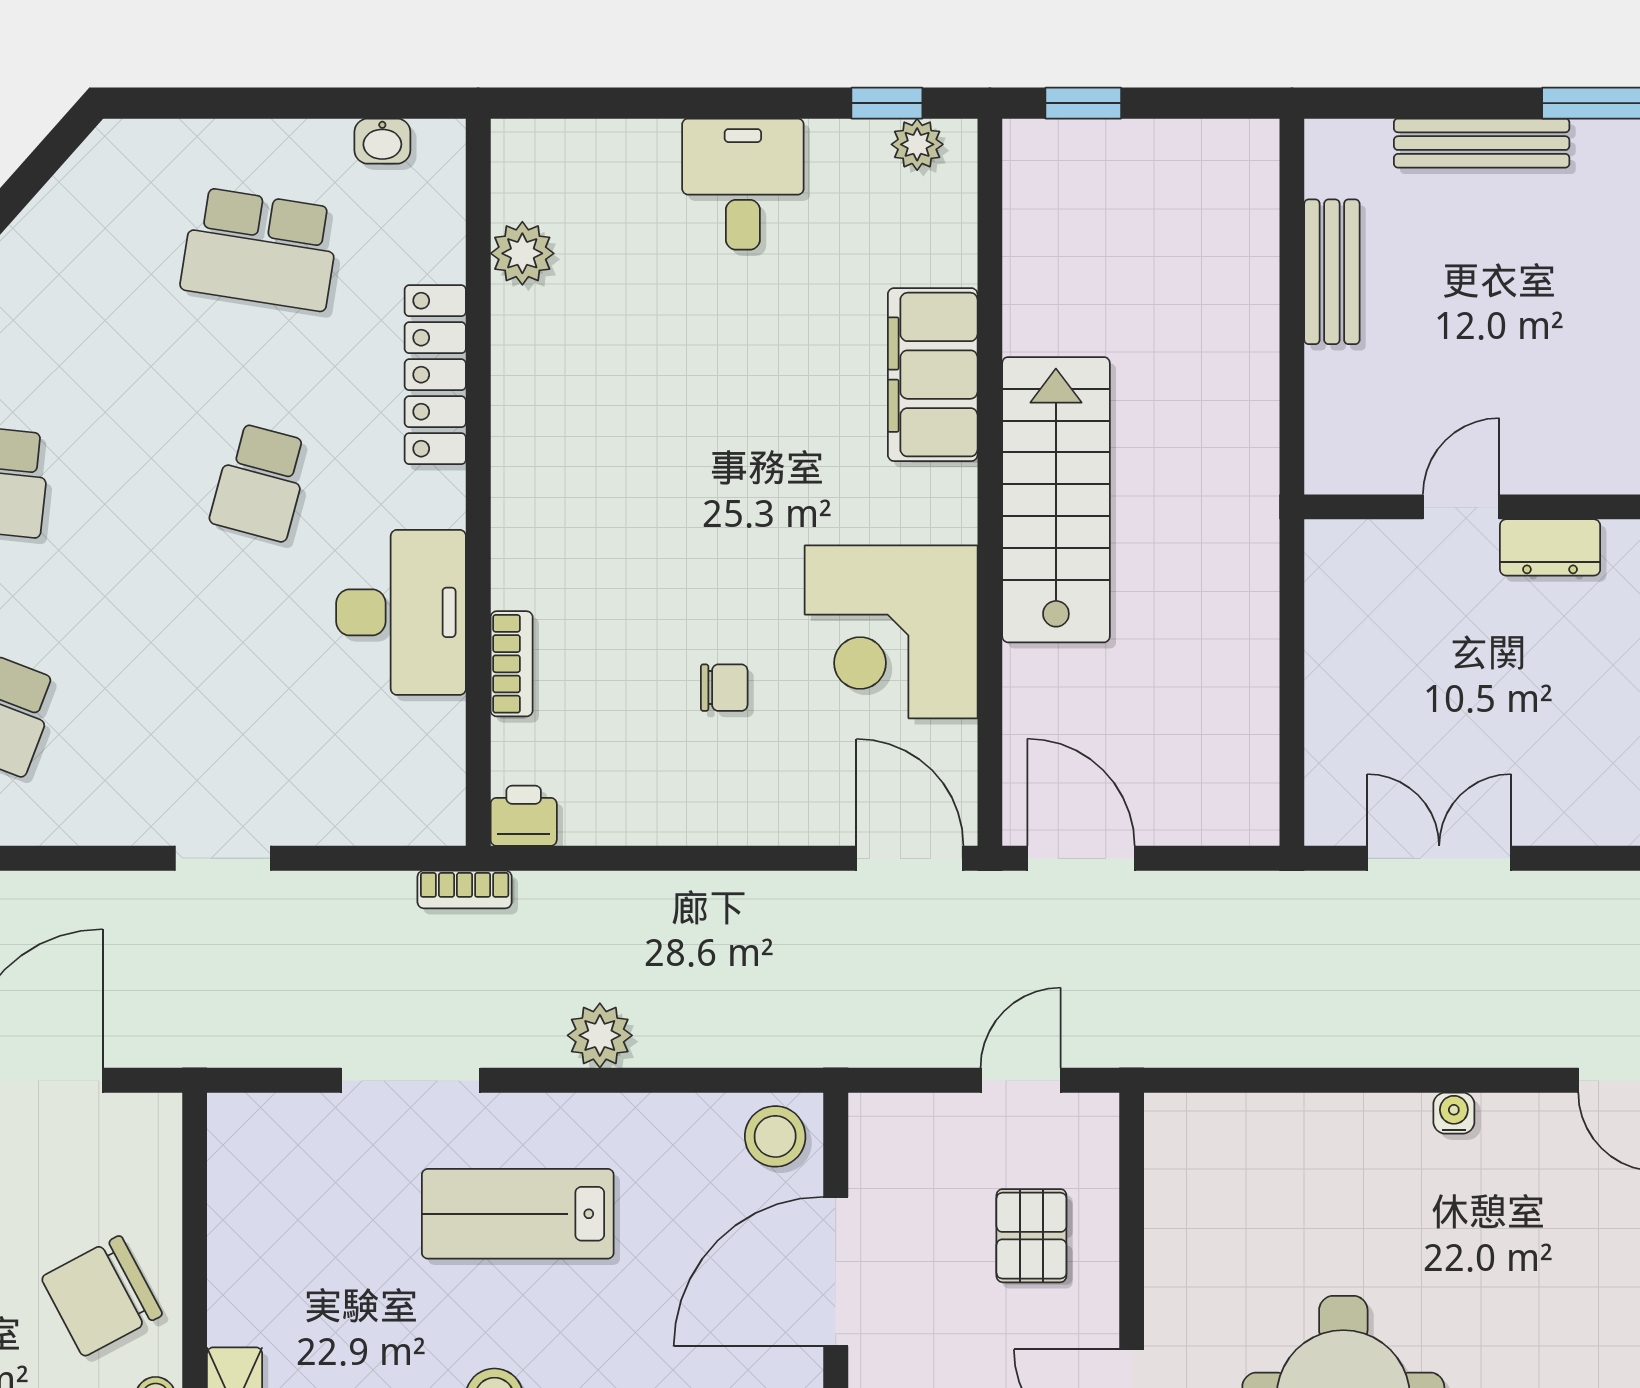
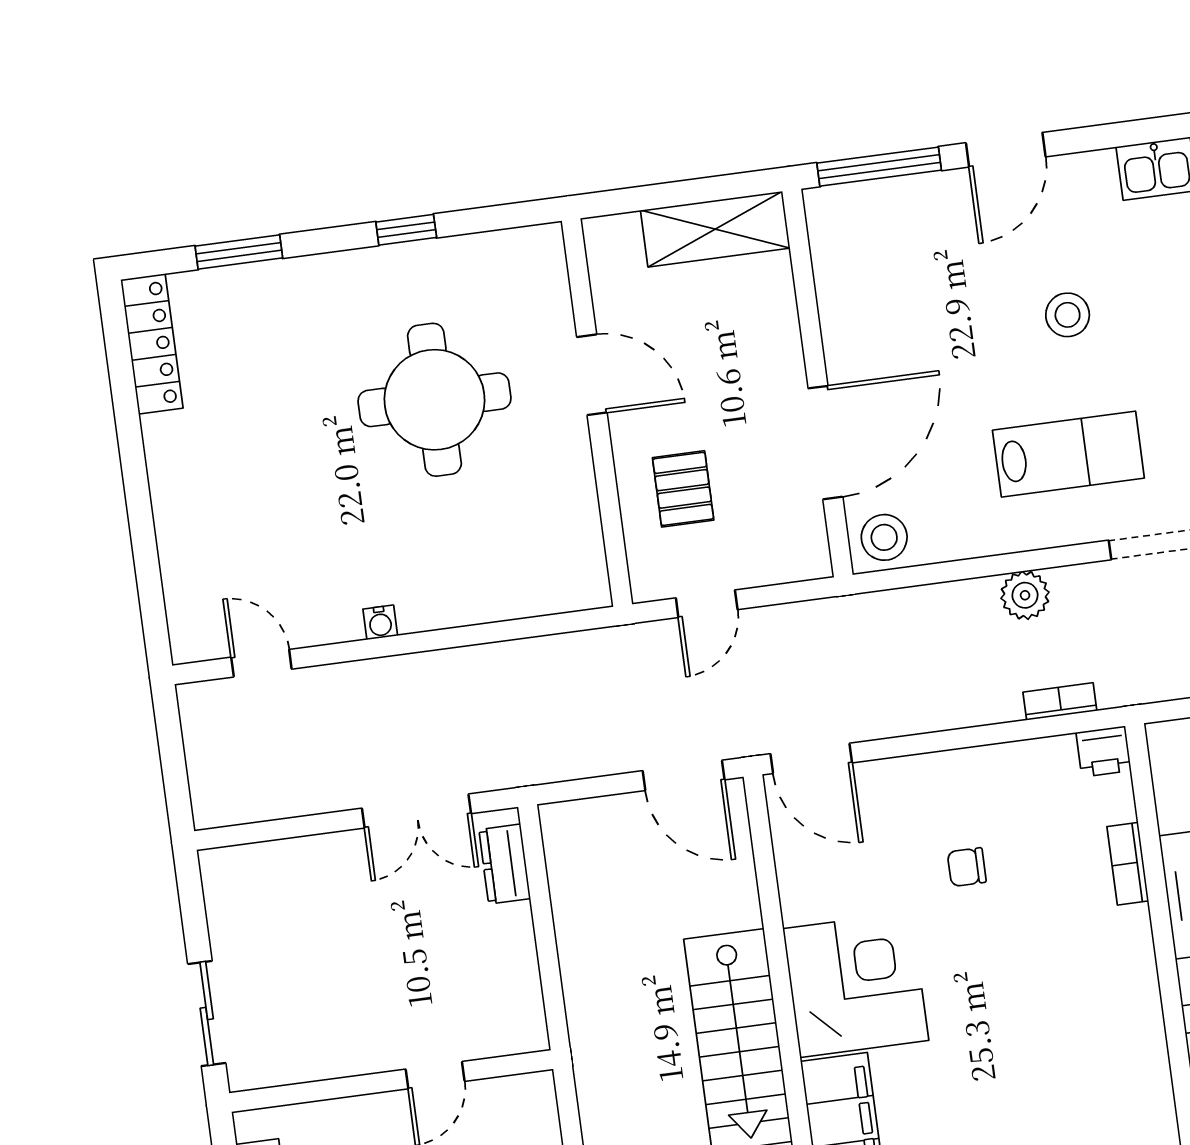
dresser: (1550, 547) -> (505, 864), moved, turned -90
corner desk: (891, 632) -> (856, 985), moved
bookcase: (465, 889) -> (1060, 701), moved

